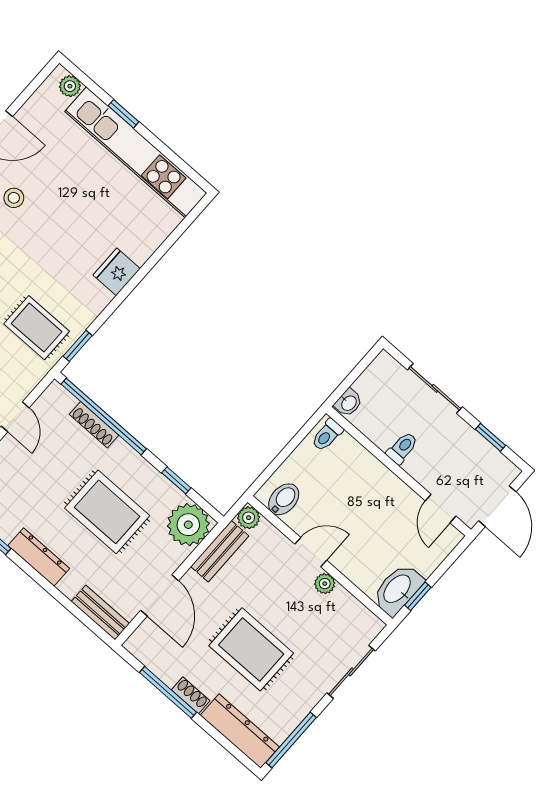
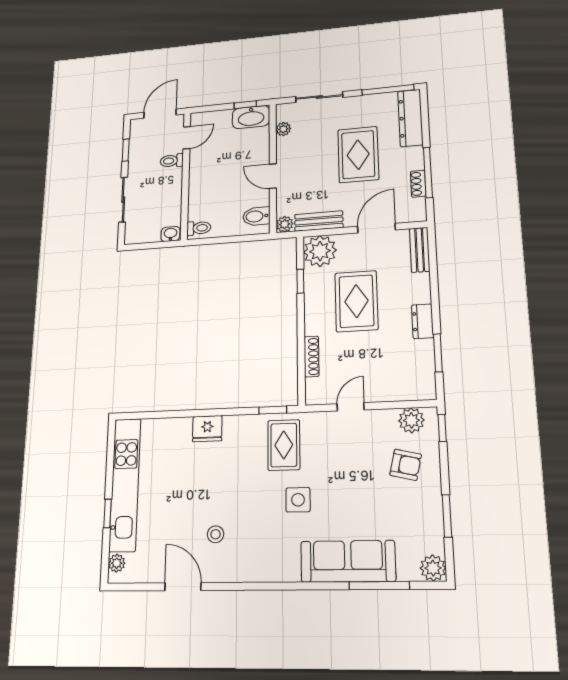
window: (104, 416) -> (301, 356), removed
toilet: (402, 448) -> (172, 161), moved
dresser: (39, 557) -> (423, 321), width x0.70
plant: (325, 584) -> (283, 129), moved
shoe rack: (191, 695) -> (418, 184), moved

